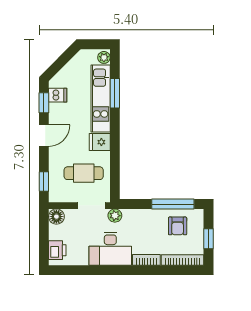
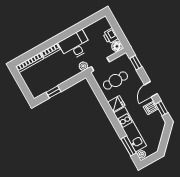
window: (115, 93) -> (129, 146), moved
dishwasher: (58, 95) -> (151, 108), moved
window: (173, 204) -> (53, 92), width x0.46
armchair: (178, 226) -> (44, 81), removed
window: (208, 239) -> (21, 83), removed
printer: (57, 250) -> (110, 36), moved

